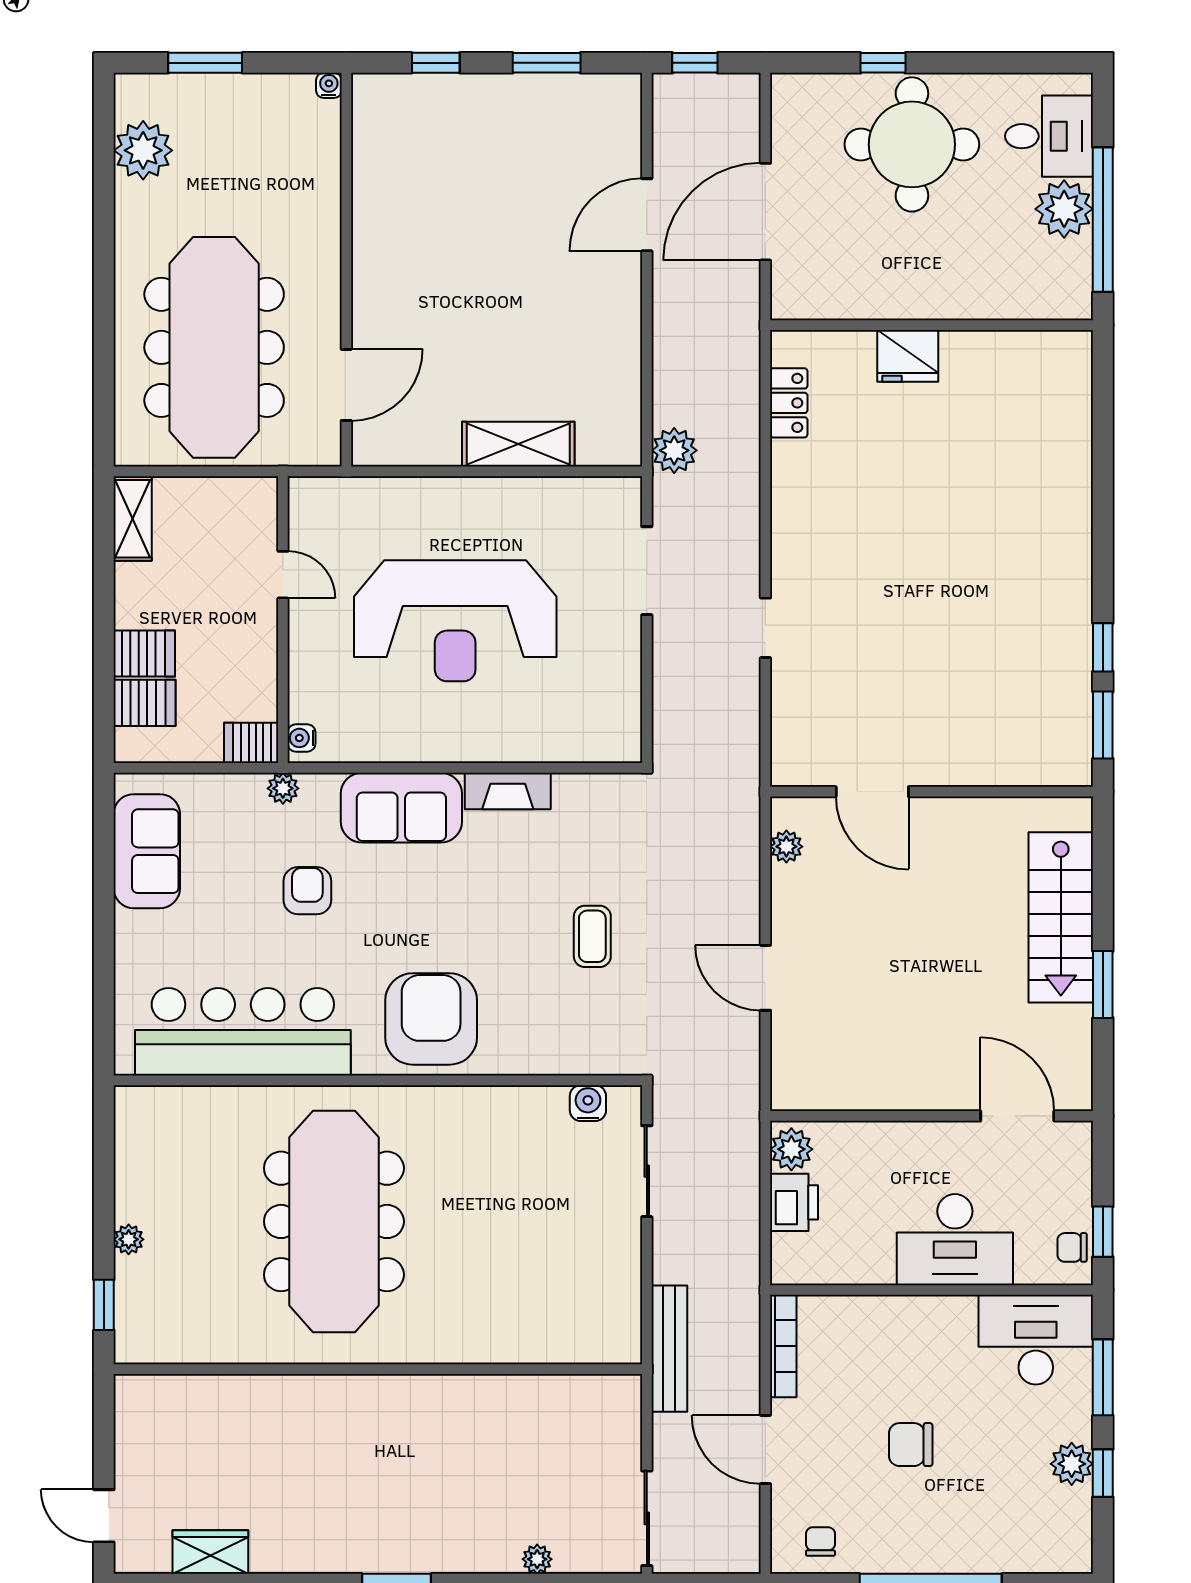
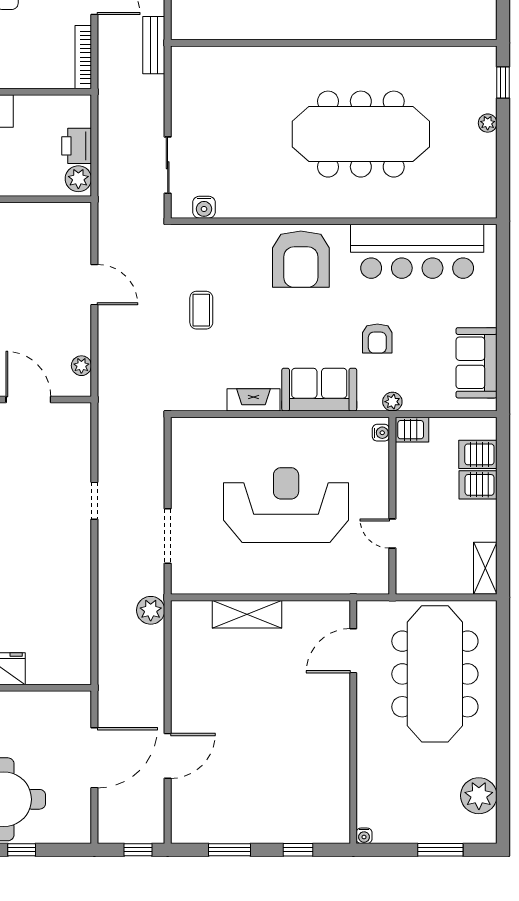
locker: (789, 403) -> (80, 640), removed
meeting table: (334, 1221) -> (361, 134), turned 90
bench: (669, 1349) -> (154, 45), width x0.73

